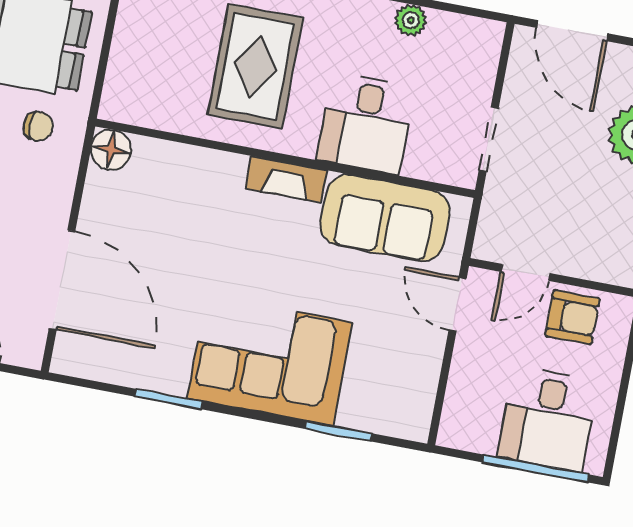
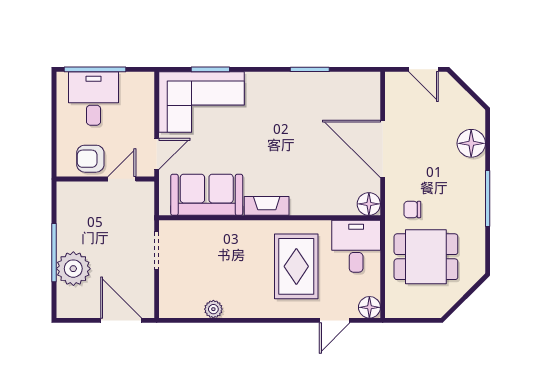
desk: (366, 123) -> (356, 246), moved
door: (62, 280) -> (383, 149), moved
door: (458, 304) -> (157, 154), hinge flipped
corner sofa: (270, 360) -> (201, 102), moved

